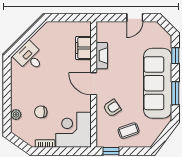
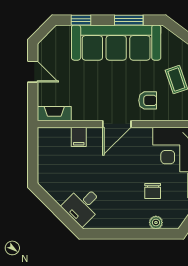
filing cabinet: (83, 48) -> (79, 137), width x0.50
fireplace: (102, 56) -> (54, 114), moved
armchair: (112, 108) -> (148, 100), turned 124

